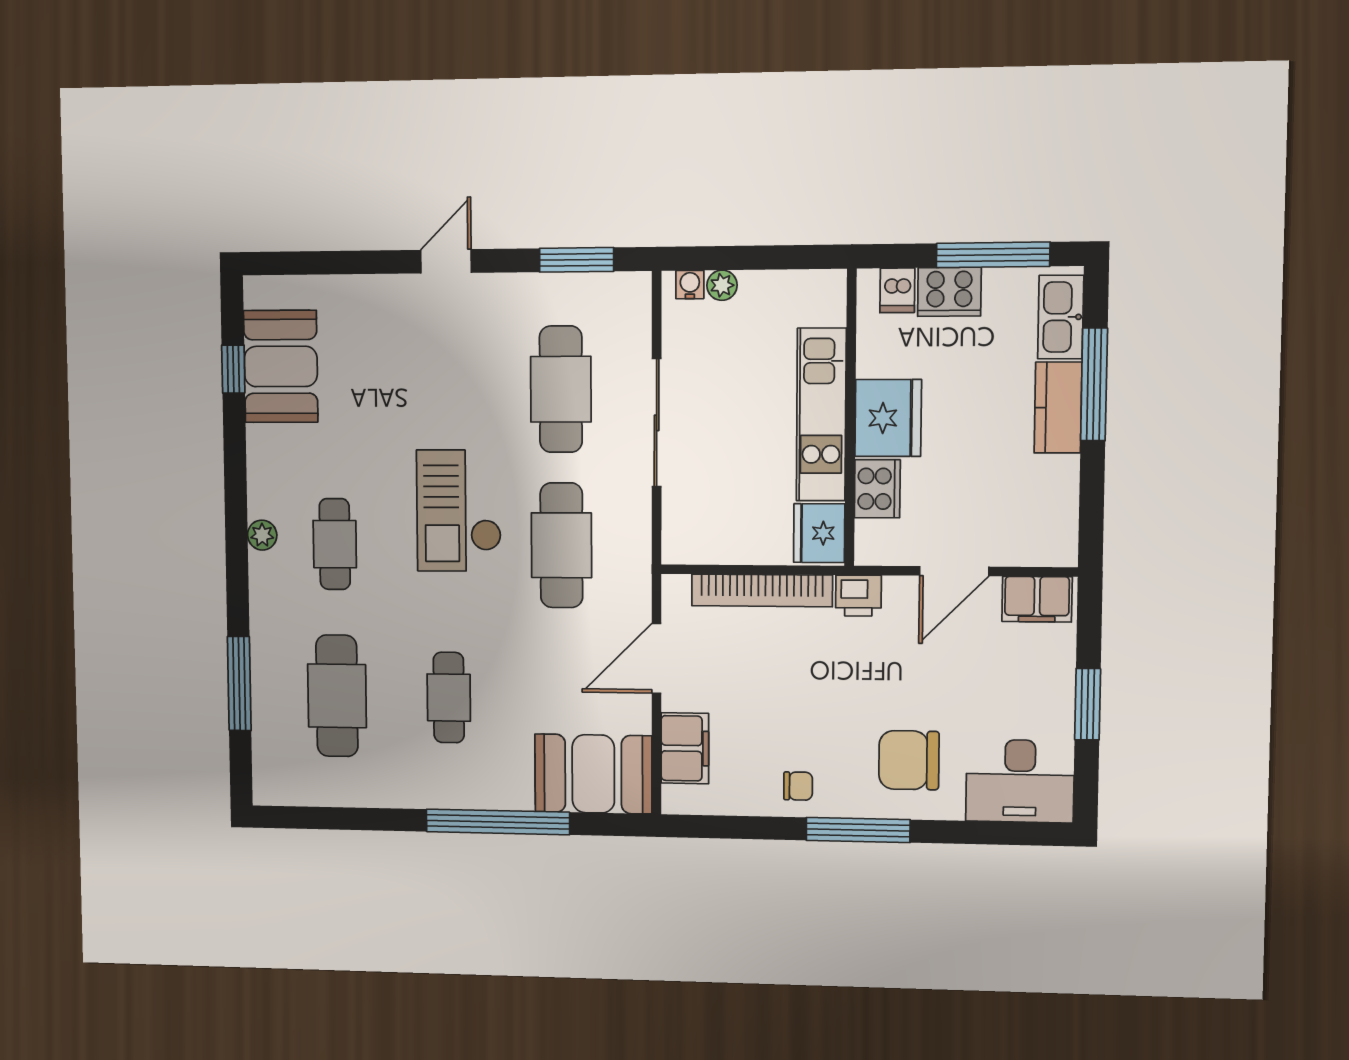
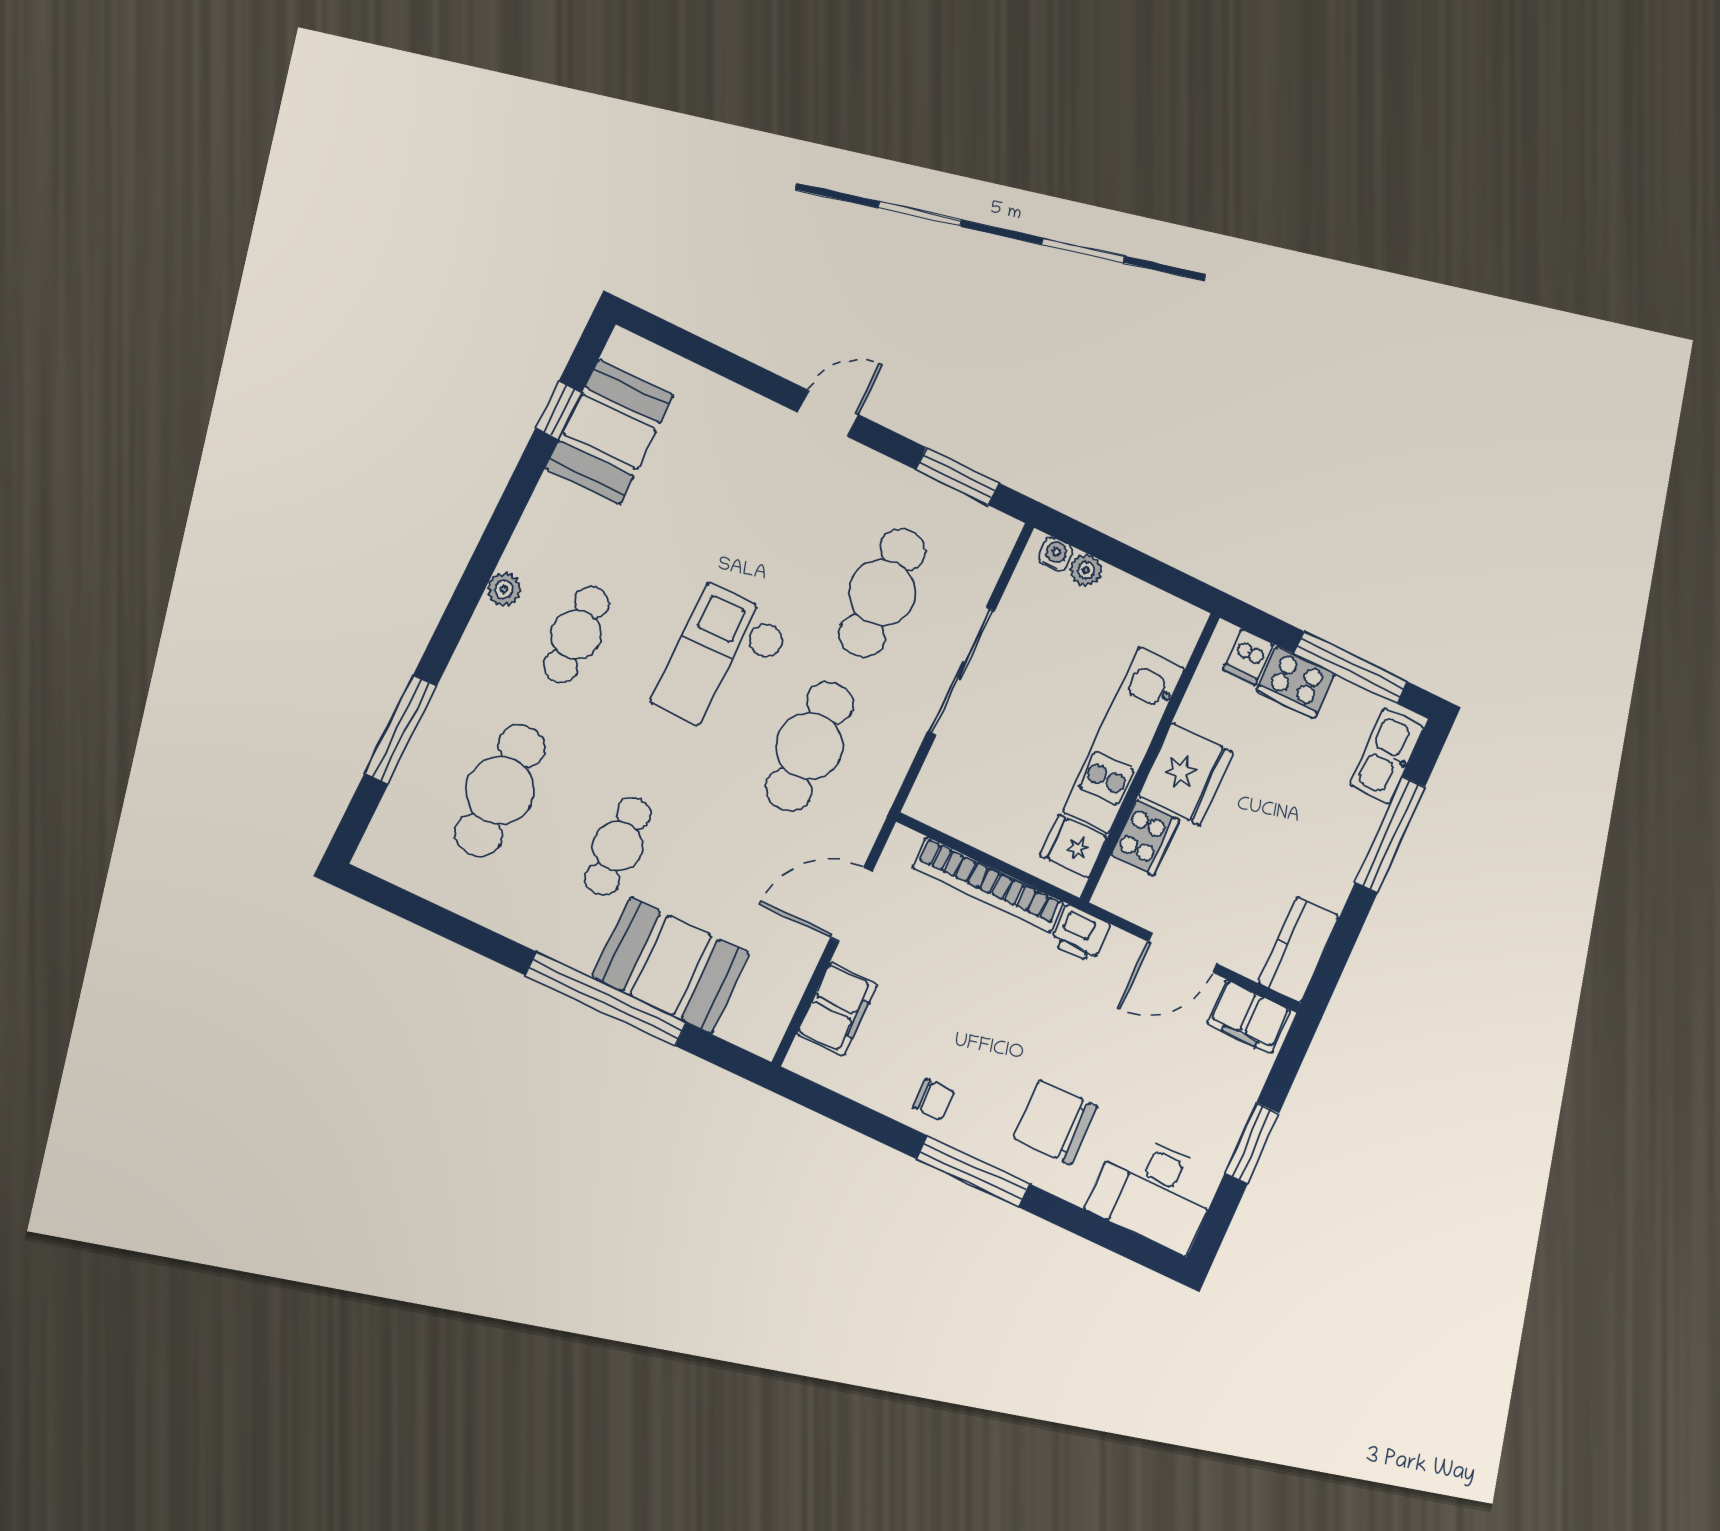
kitchen counter: (1058, 408) -> (1299, 950), moved
fridge: (819, 533) -> (1073, 846), width x0.72
booth: (593, 774) -> (671, 965), moved

